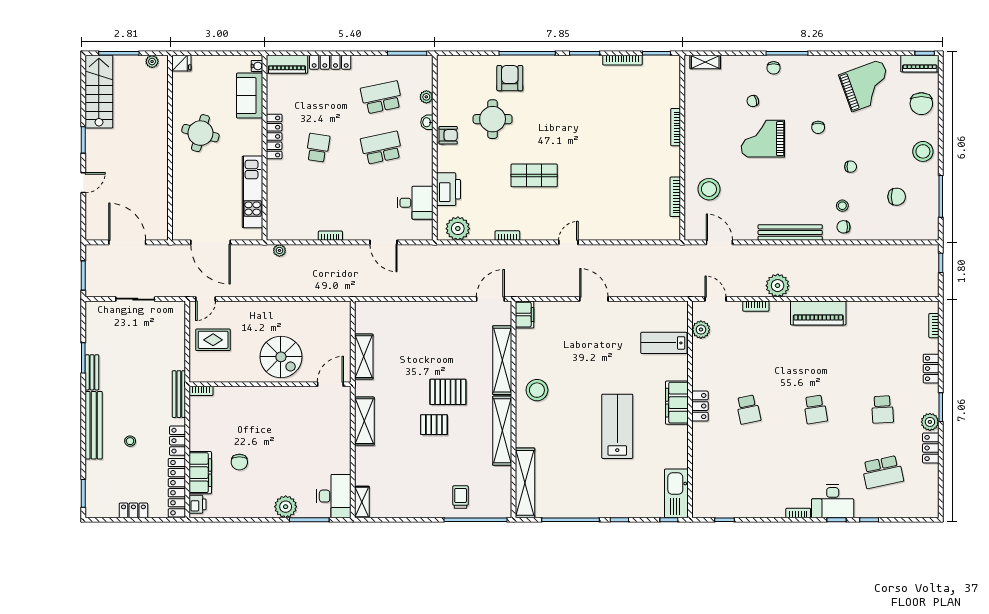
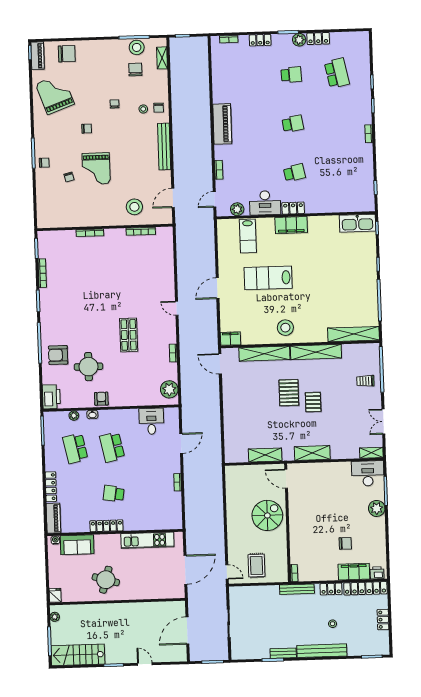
shelving: (705, 62) -> (162, 58), moved
stool: (923, 151) -> (137, 47), moved
printer: (448, 189) -> (51, 397), moved, turned 90
plant: (279, 250) -> (190, 519), removed
plant: (778, 286) -> (203, 154), removed
lab bench: (617, 426) -> (268, 278), moved
desk: (833, 501) -> (265, 203), moved, turned 90
double door: (404, 520) -> (383, 422), added

